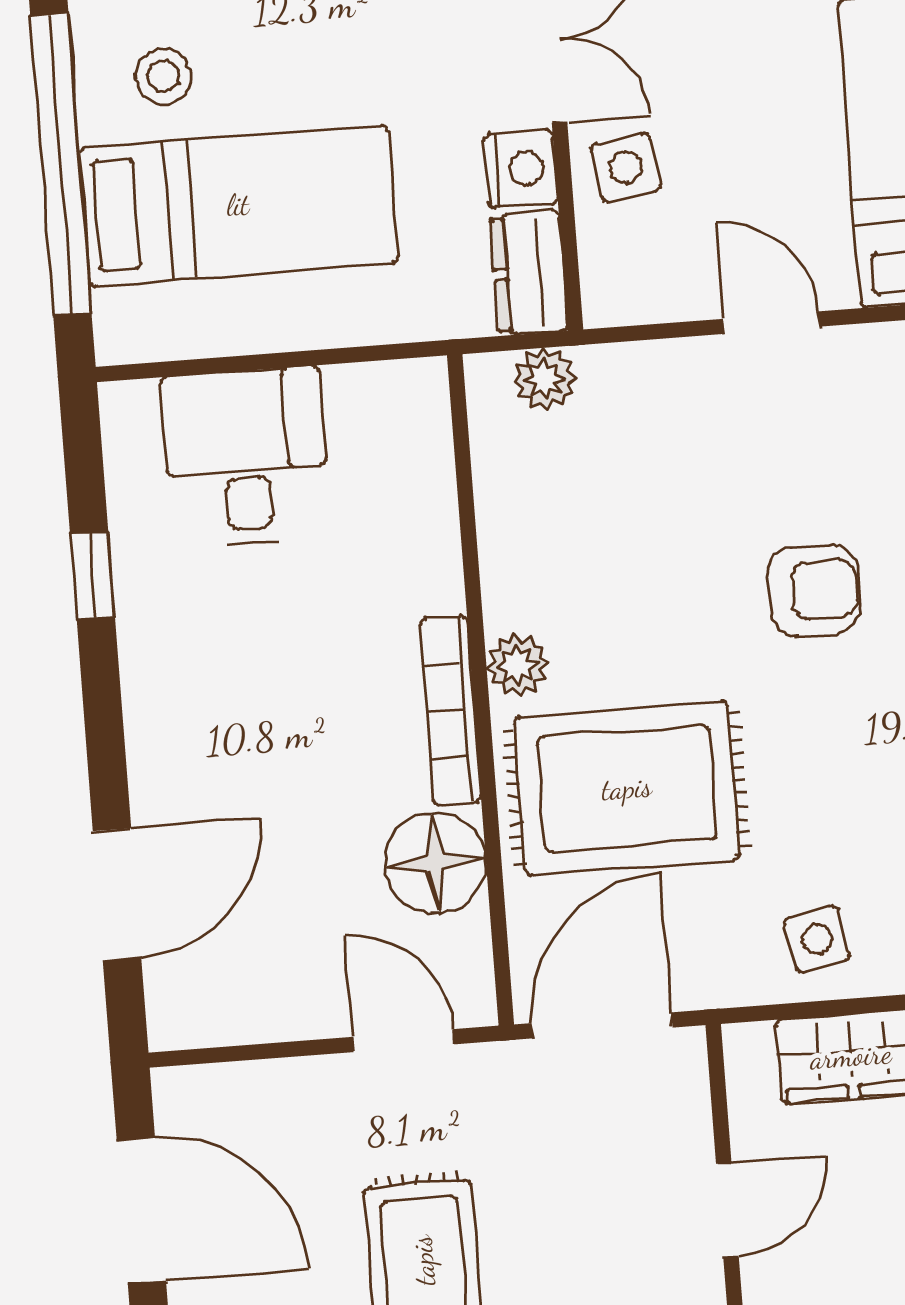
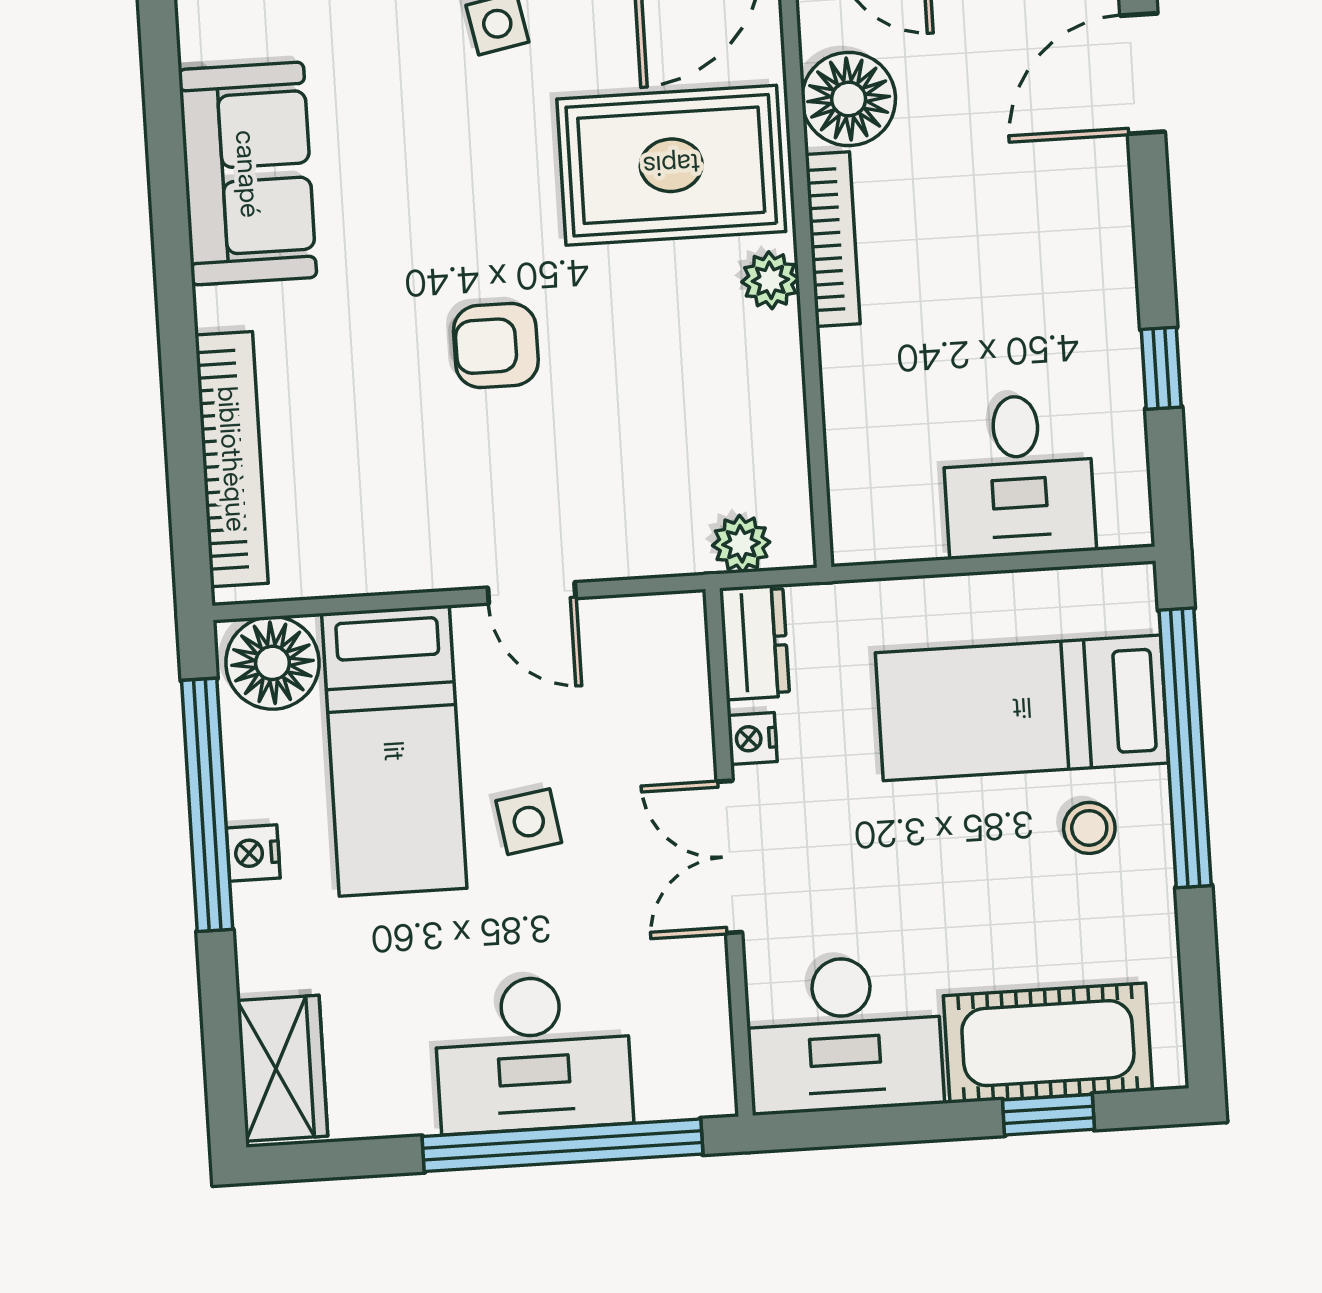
side table: (626, 167) -> (529, 822), moved
nightstand: (521, 169) -> (752, 739), width x0.72, depth x0.74

